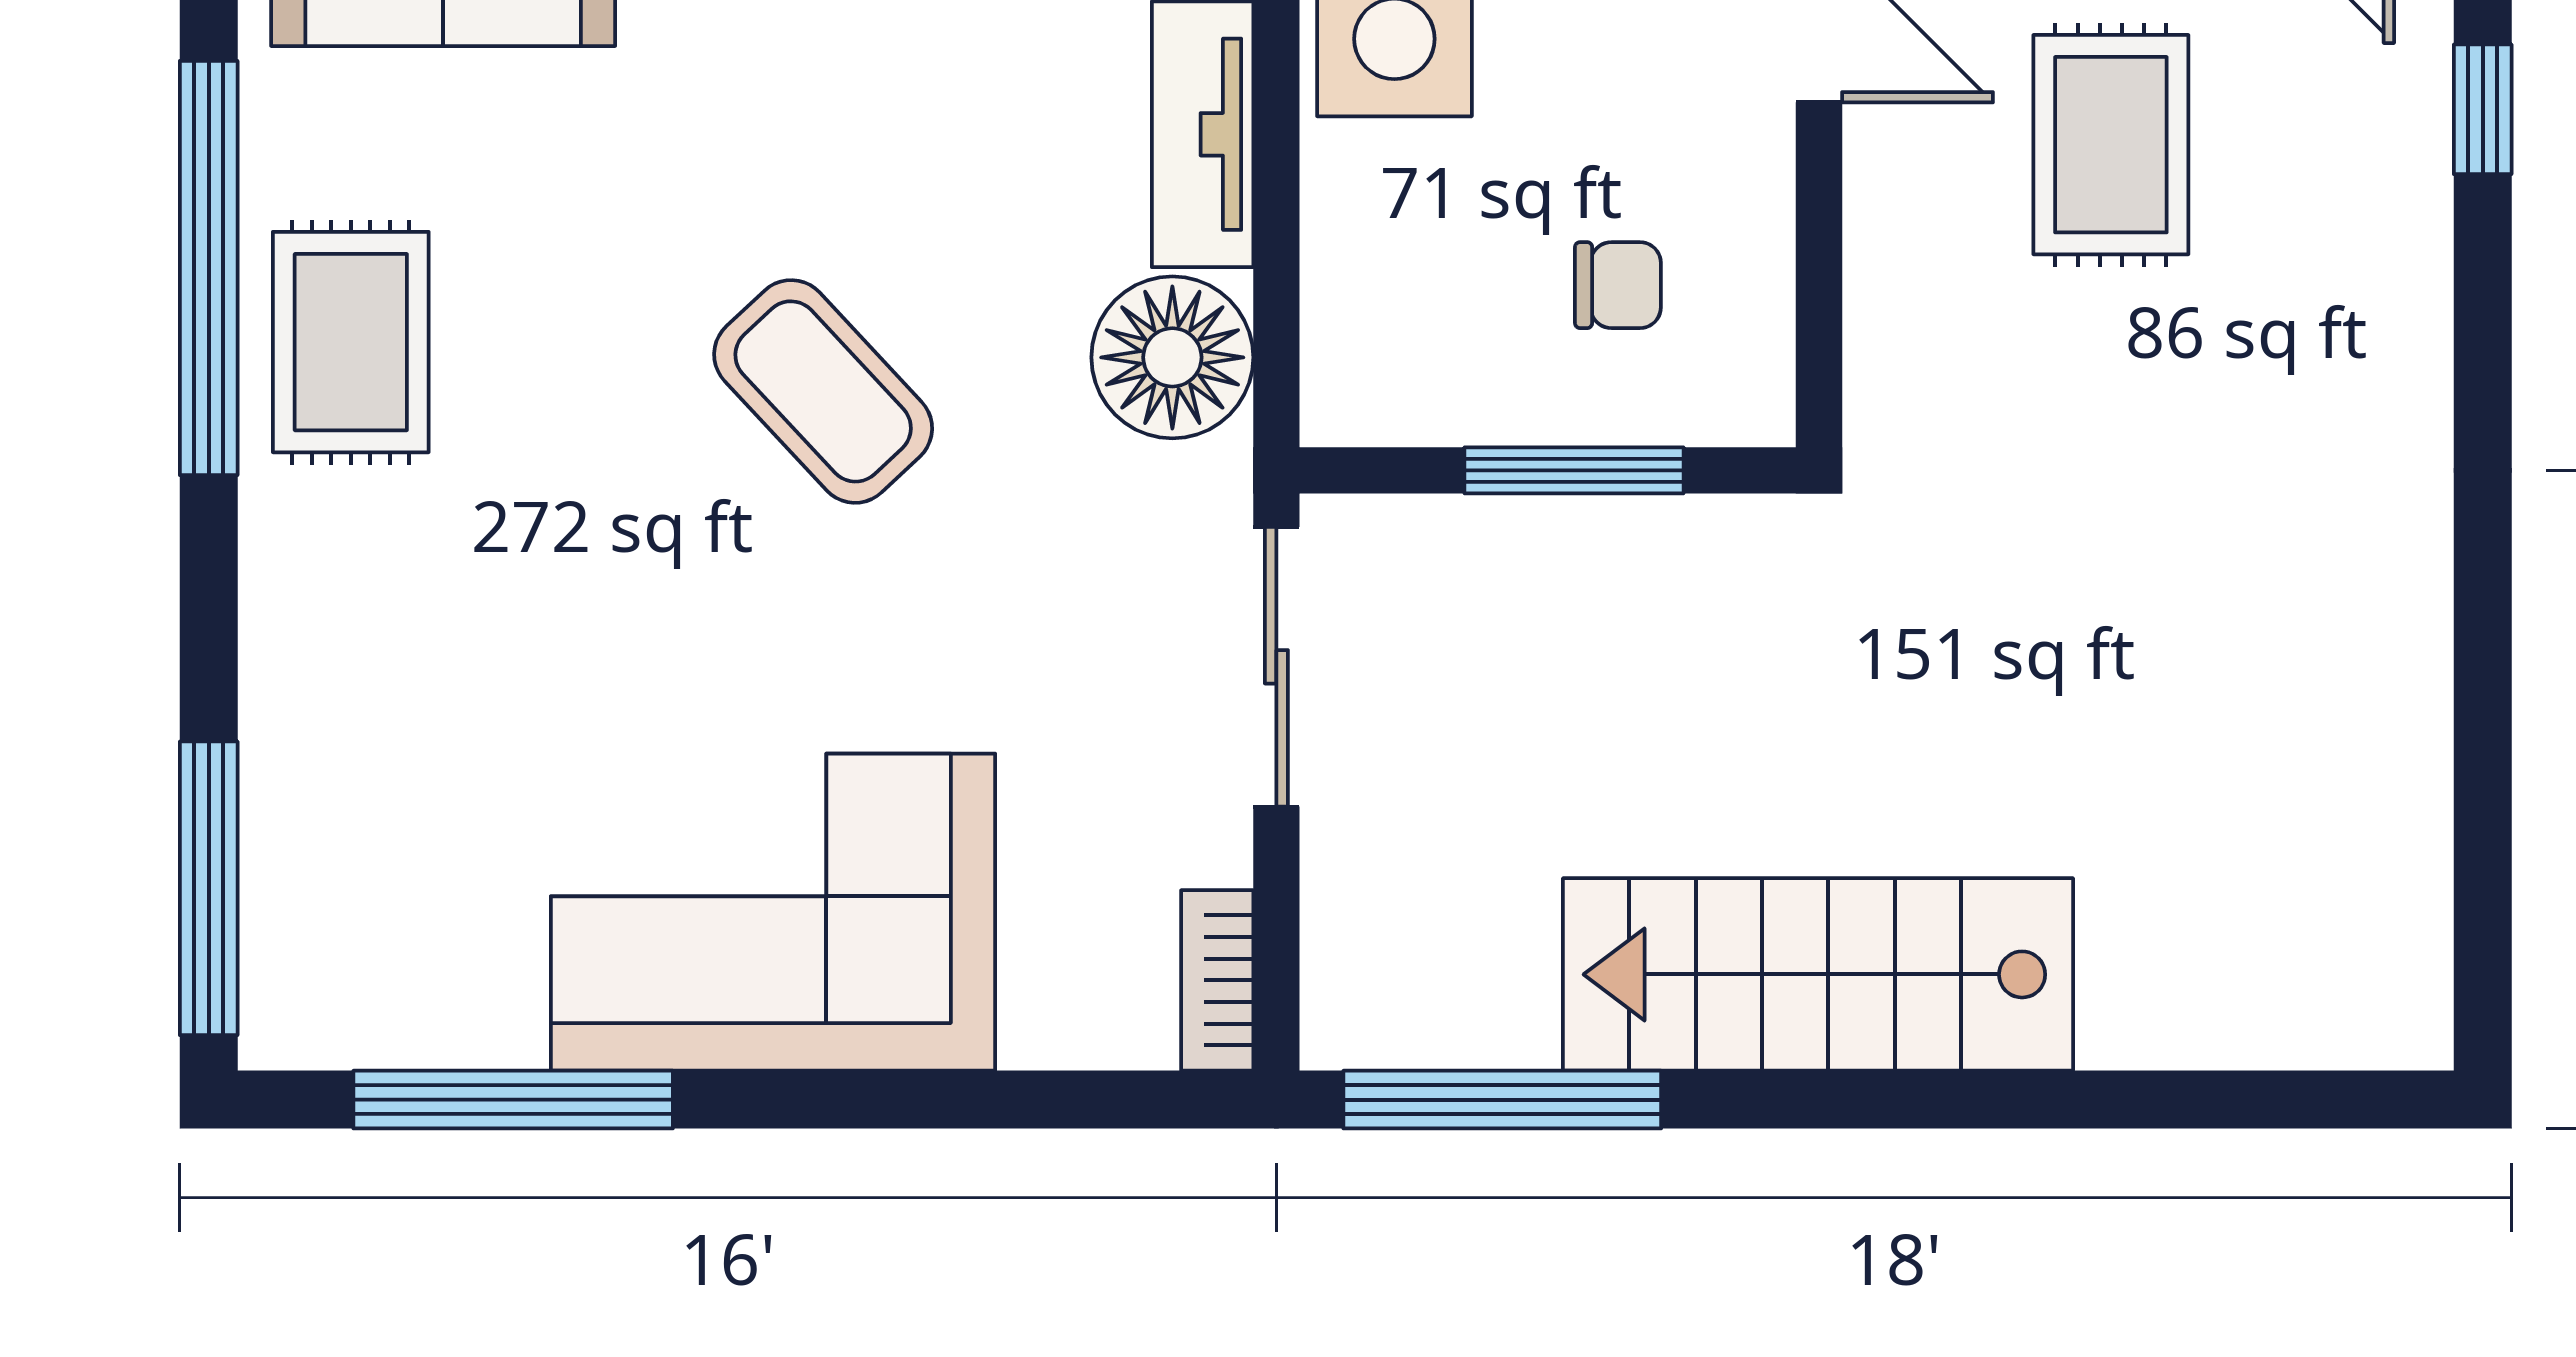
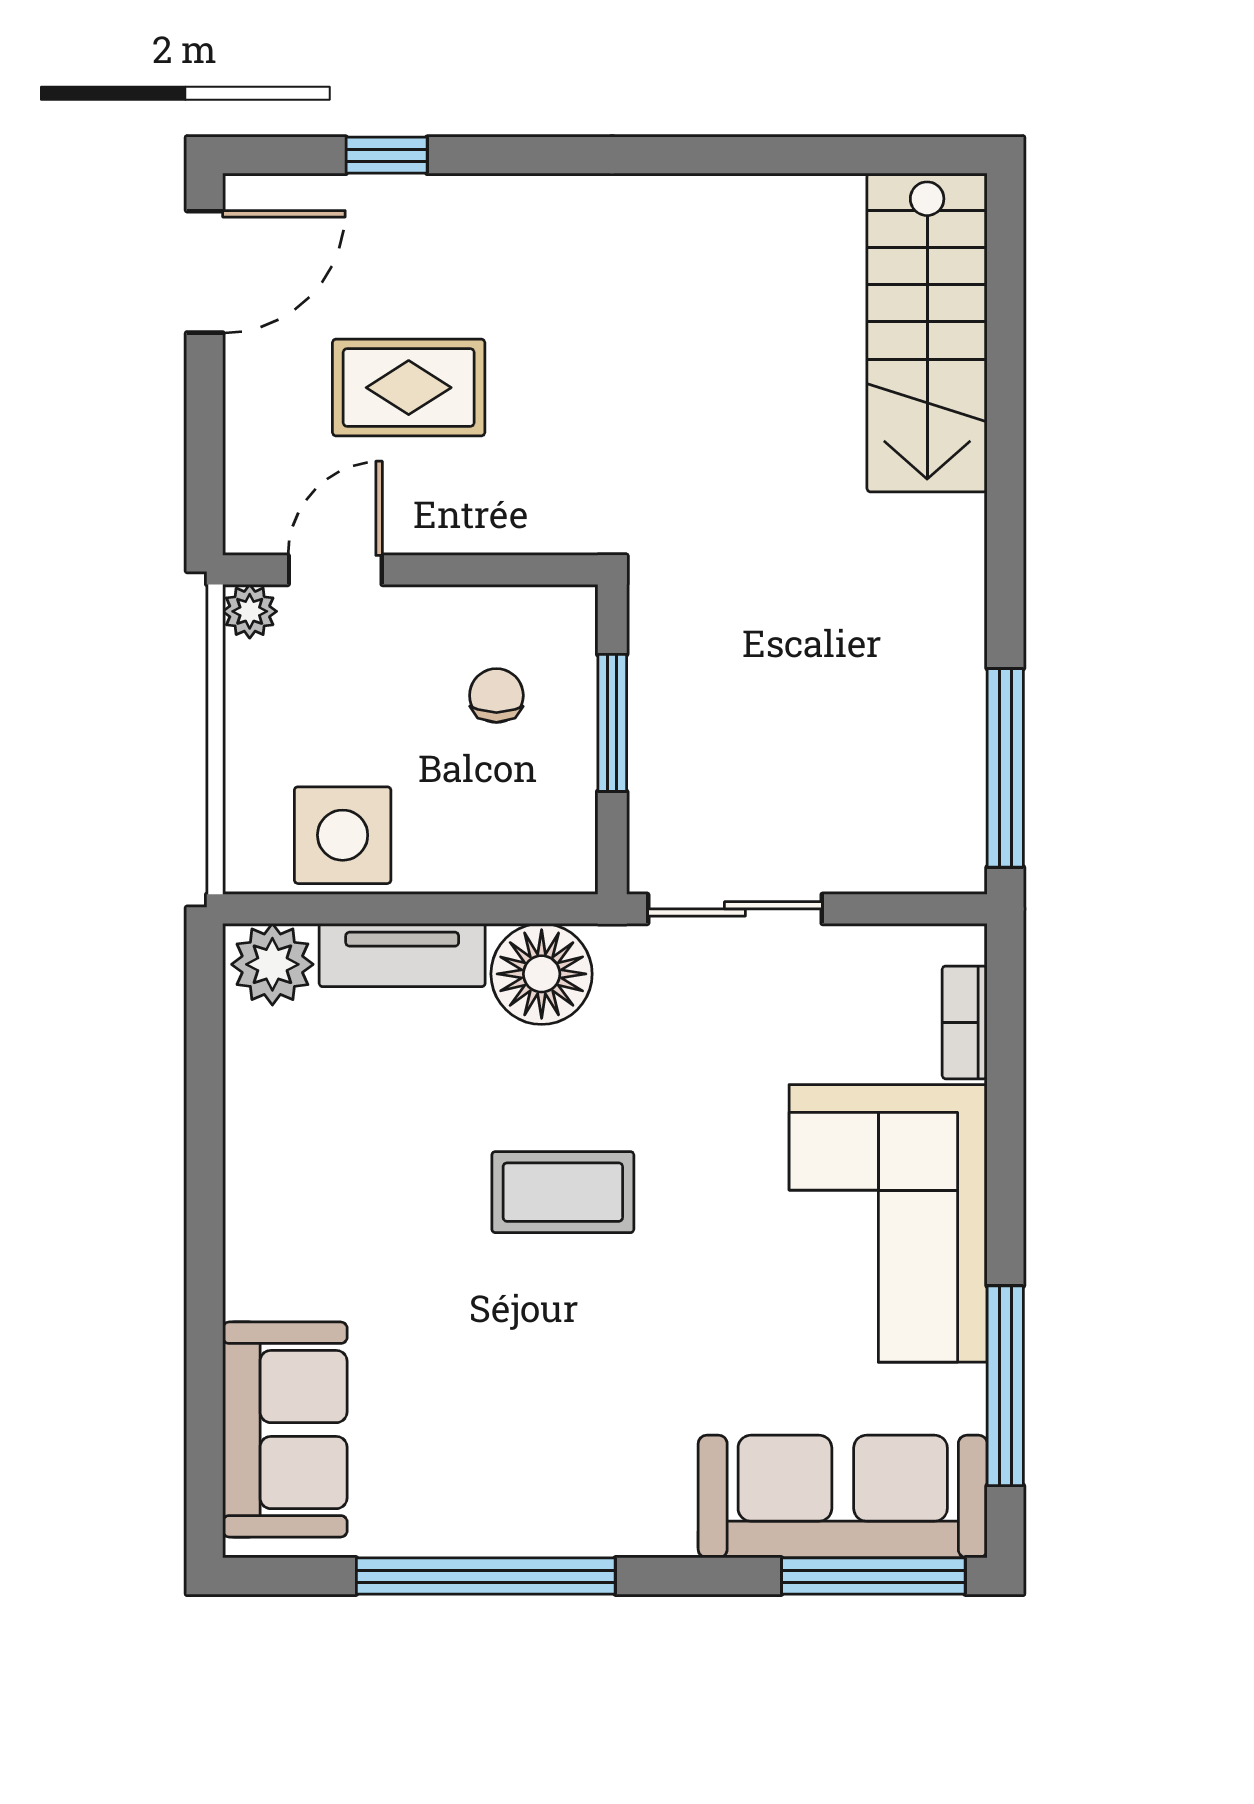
rug: (351, 342) -> (532, 1487), removed
coffee table: (823, 391) -> (563, 1192), turned 43
sofa: (336, 839) -> (843, 1497), added
stairs: (1818, 974) -> (927, 333), moved
bookcase: (1217, 980) -> (965, 1022), moved, turned 90

